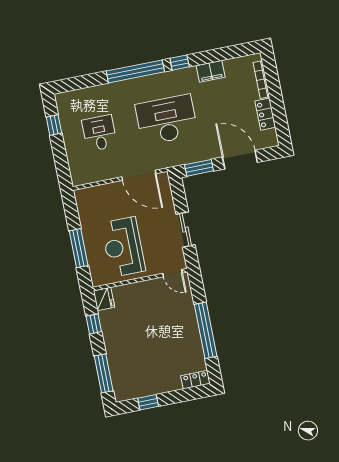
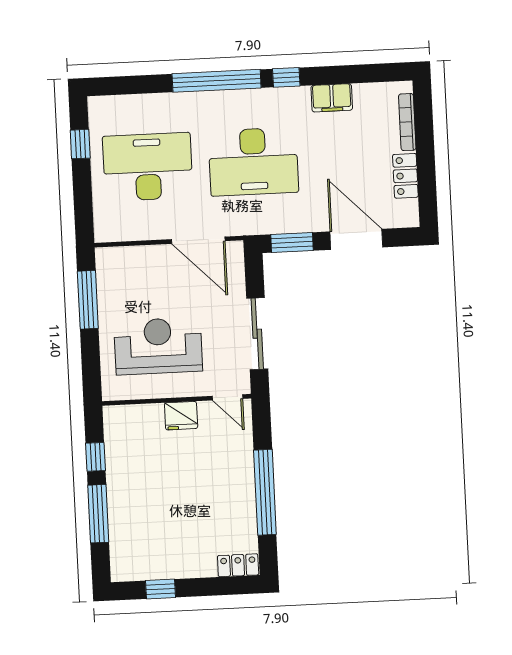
desk: (167, 120) -> (253, 162), turned 180
desk: (99, 133) -> (148, 167), width x1.87, depth x1.30
sliding door: (185, 230) -> (257, 334), width x1.37
reception desk: (123, 247) -> (158, 346), turned 90
window: (79, 248) -> (88, 300), moved
fridge: (104, 299) -> (181, 416), moved, turned 90
window: (104, 373) -> (98, 514), moved

